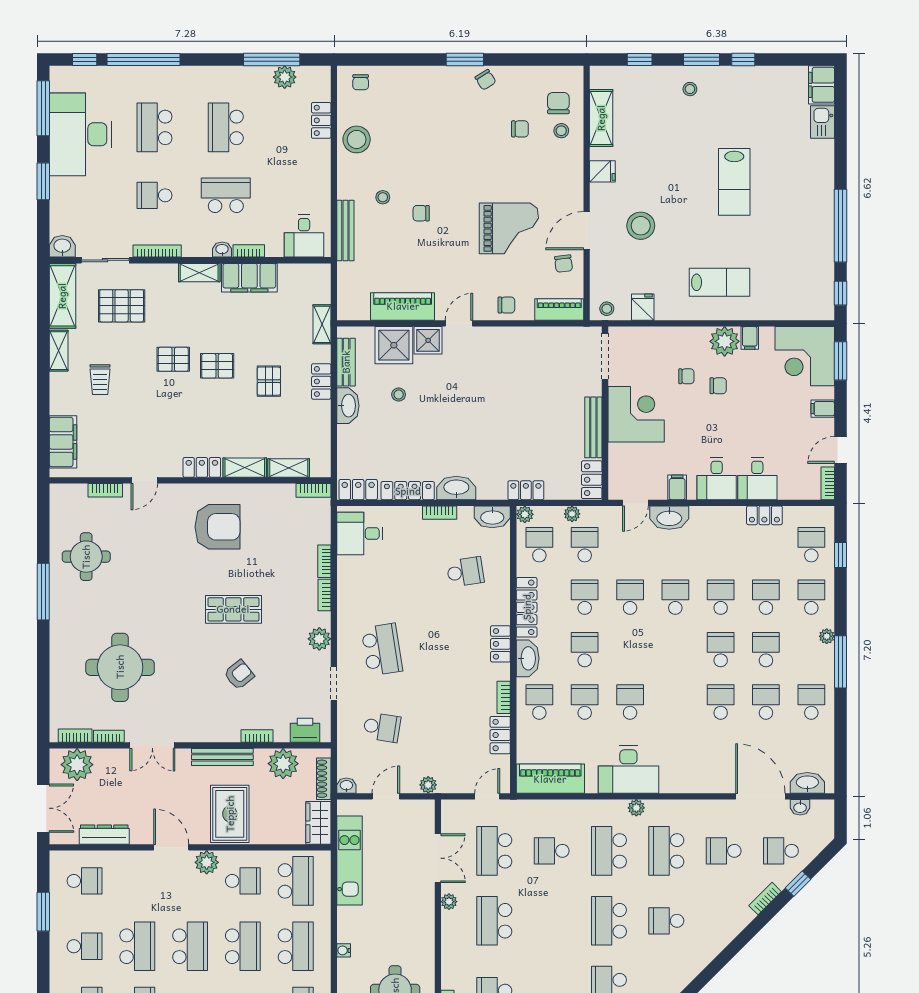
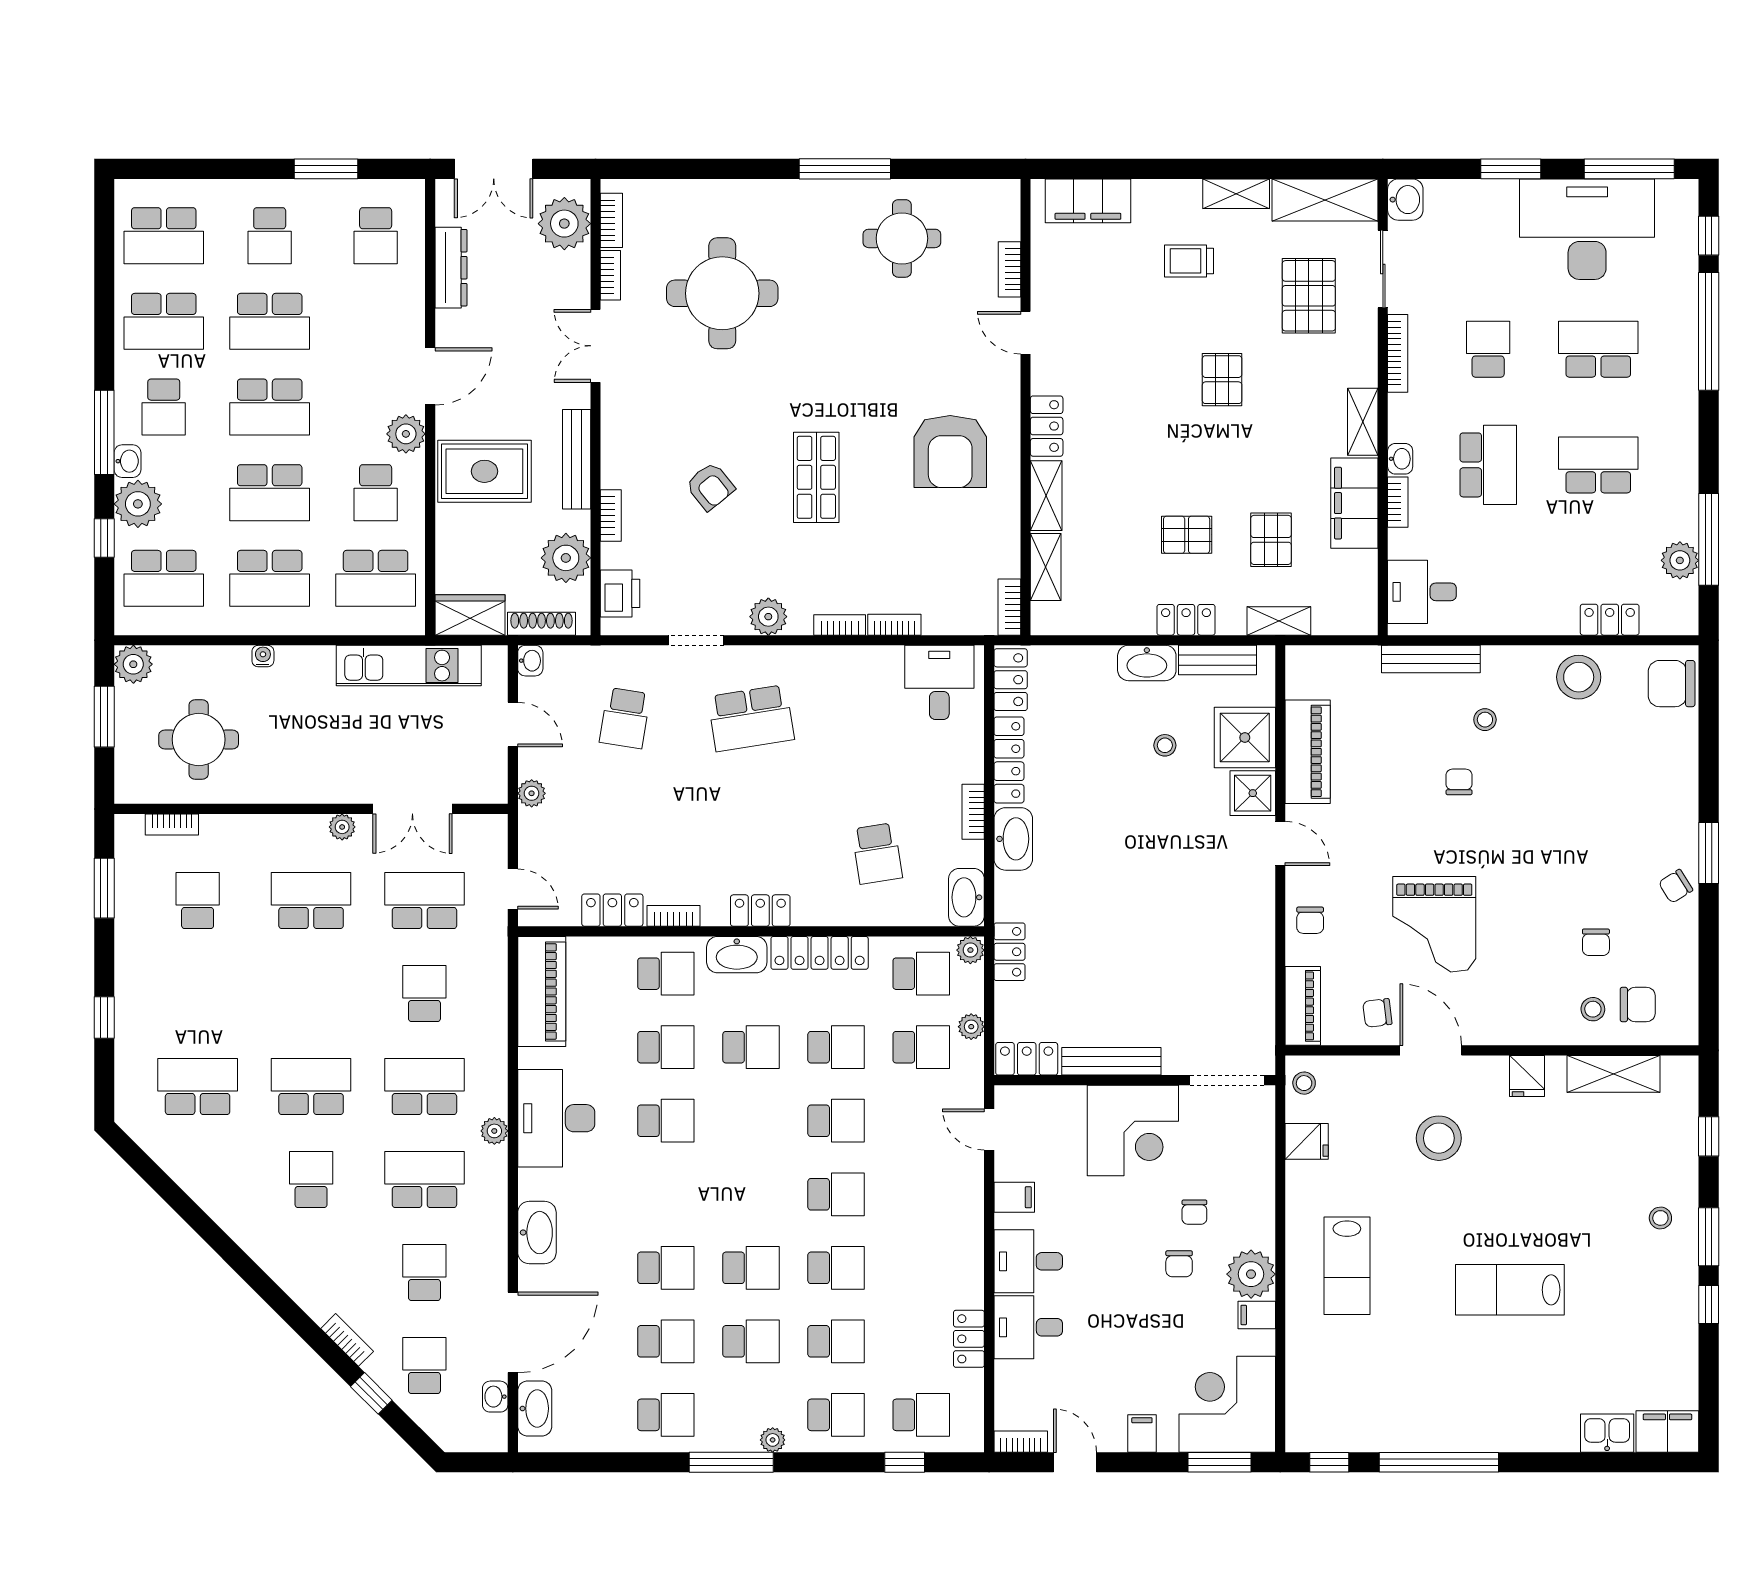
chair: (361, 82) -> (1672, 684), width x1.87, depth x1.87
pallet: (217, 366) -> (1271, 540), moved
washbasin: (669, 518) -> (537, 1233), moved, turned 180

